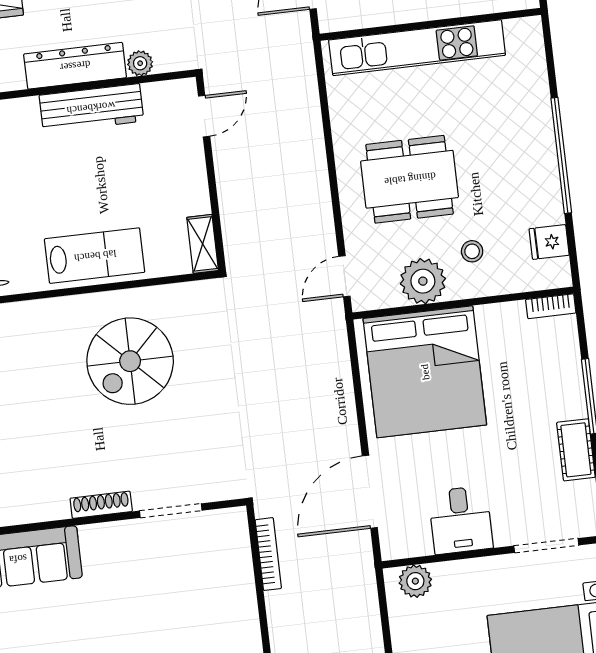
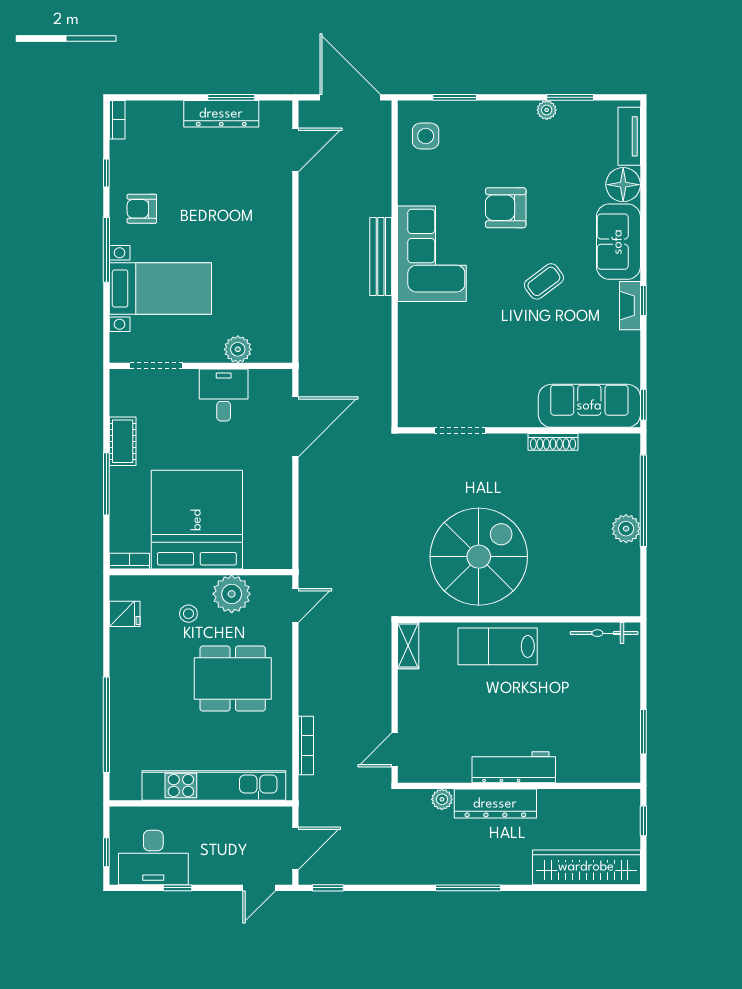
workbench: (91, 108) -> (514, 767), moved
window: (561, 155) -> (106, 725), moved
spiral stairs: (130, 361) -> (479, 557), width x1.37, depth x1.37
bed: (425, 372) -> (197, 520), moved
shoe rack: (101, 505) -> (553, 442), moved
bookcase: (268, 554) -> (306, 745), moved, turned 180
plant: (415, 581) -> (238, 349), moved

